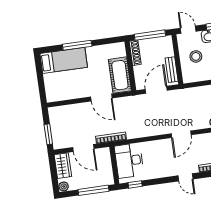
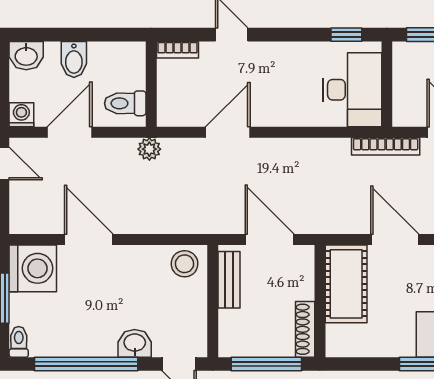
stool: (196, 56) -> (185, 264), moved
door: (156, 90) -> (270, 239), swing flipped

